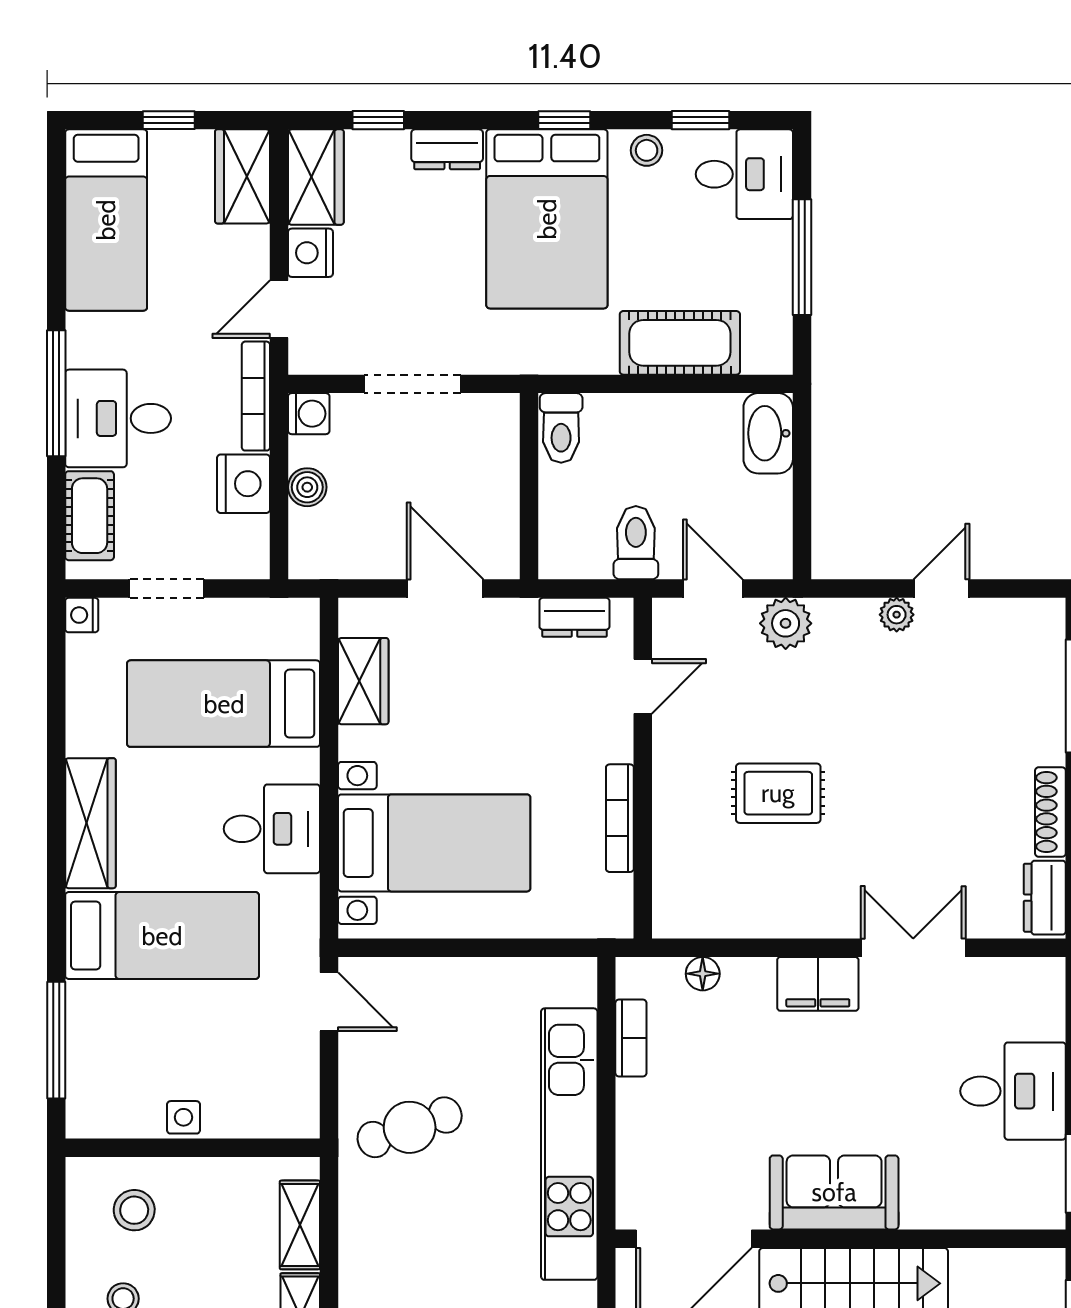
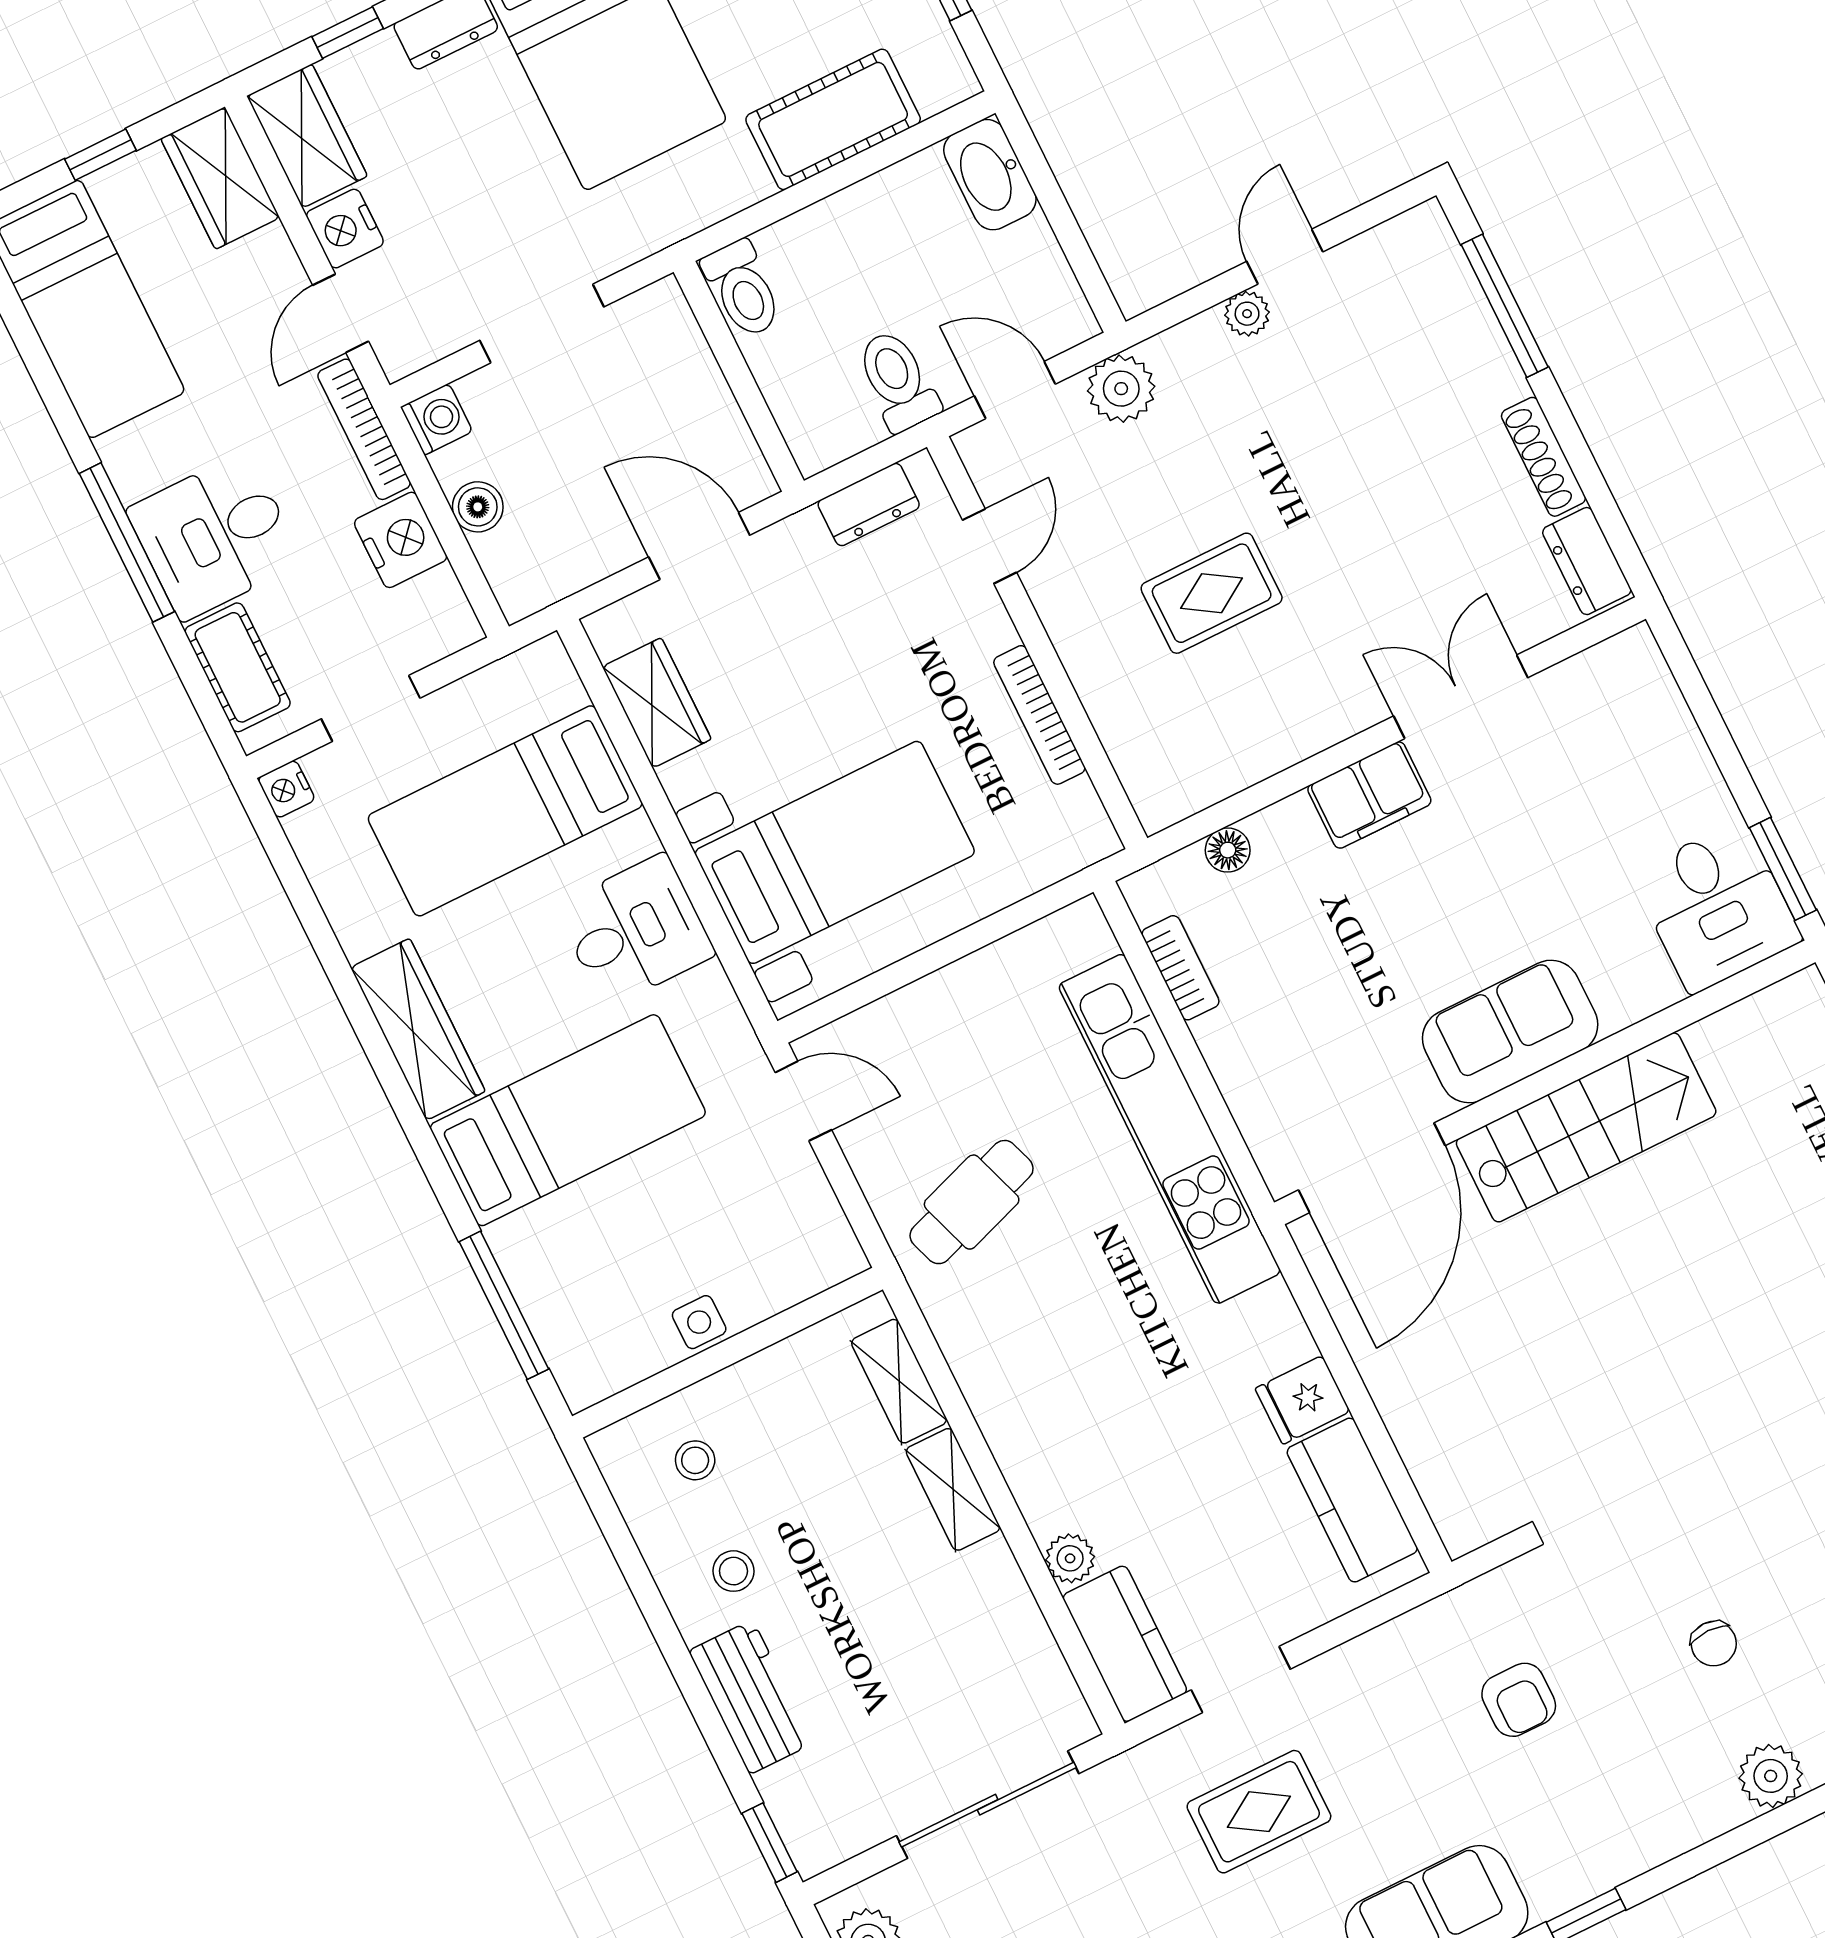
desk: (1013, 1091) -> (1717, 907), moved, turned 90
stool: (134, 1210) -> (695, 1460), width x0.73, depth x0.73

